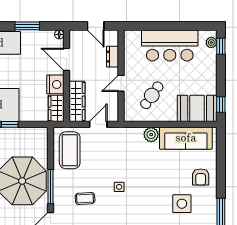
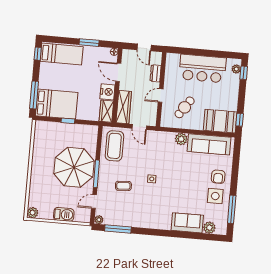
door: (98, 124) -> (139, 127), swing flipped
side table: (182, 204) -> (215, 196), moved

